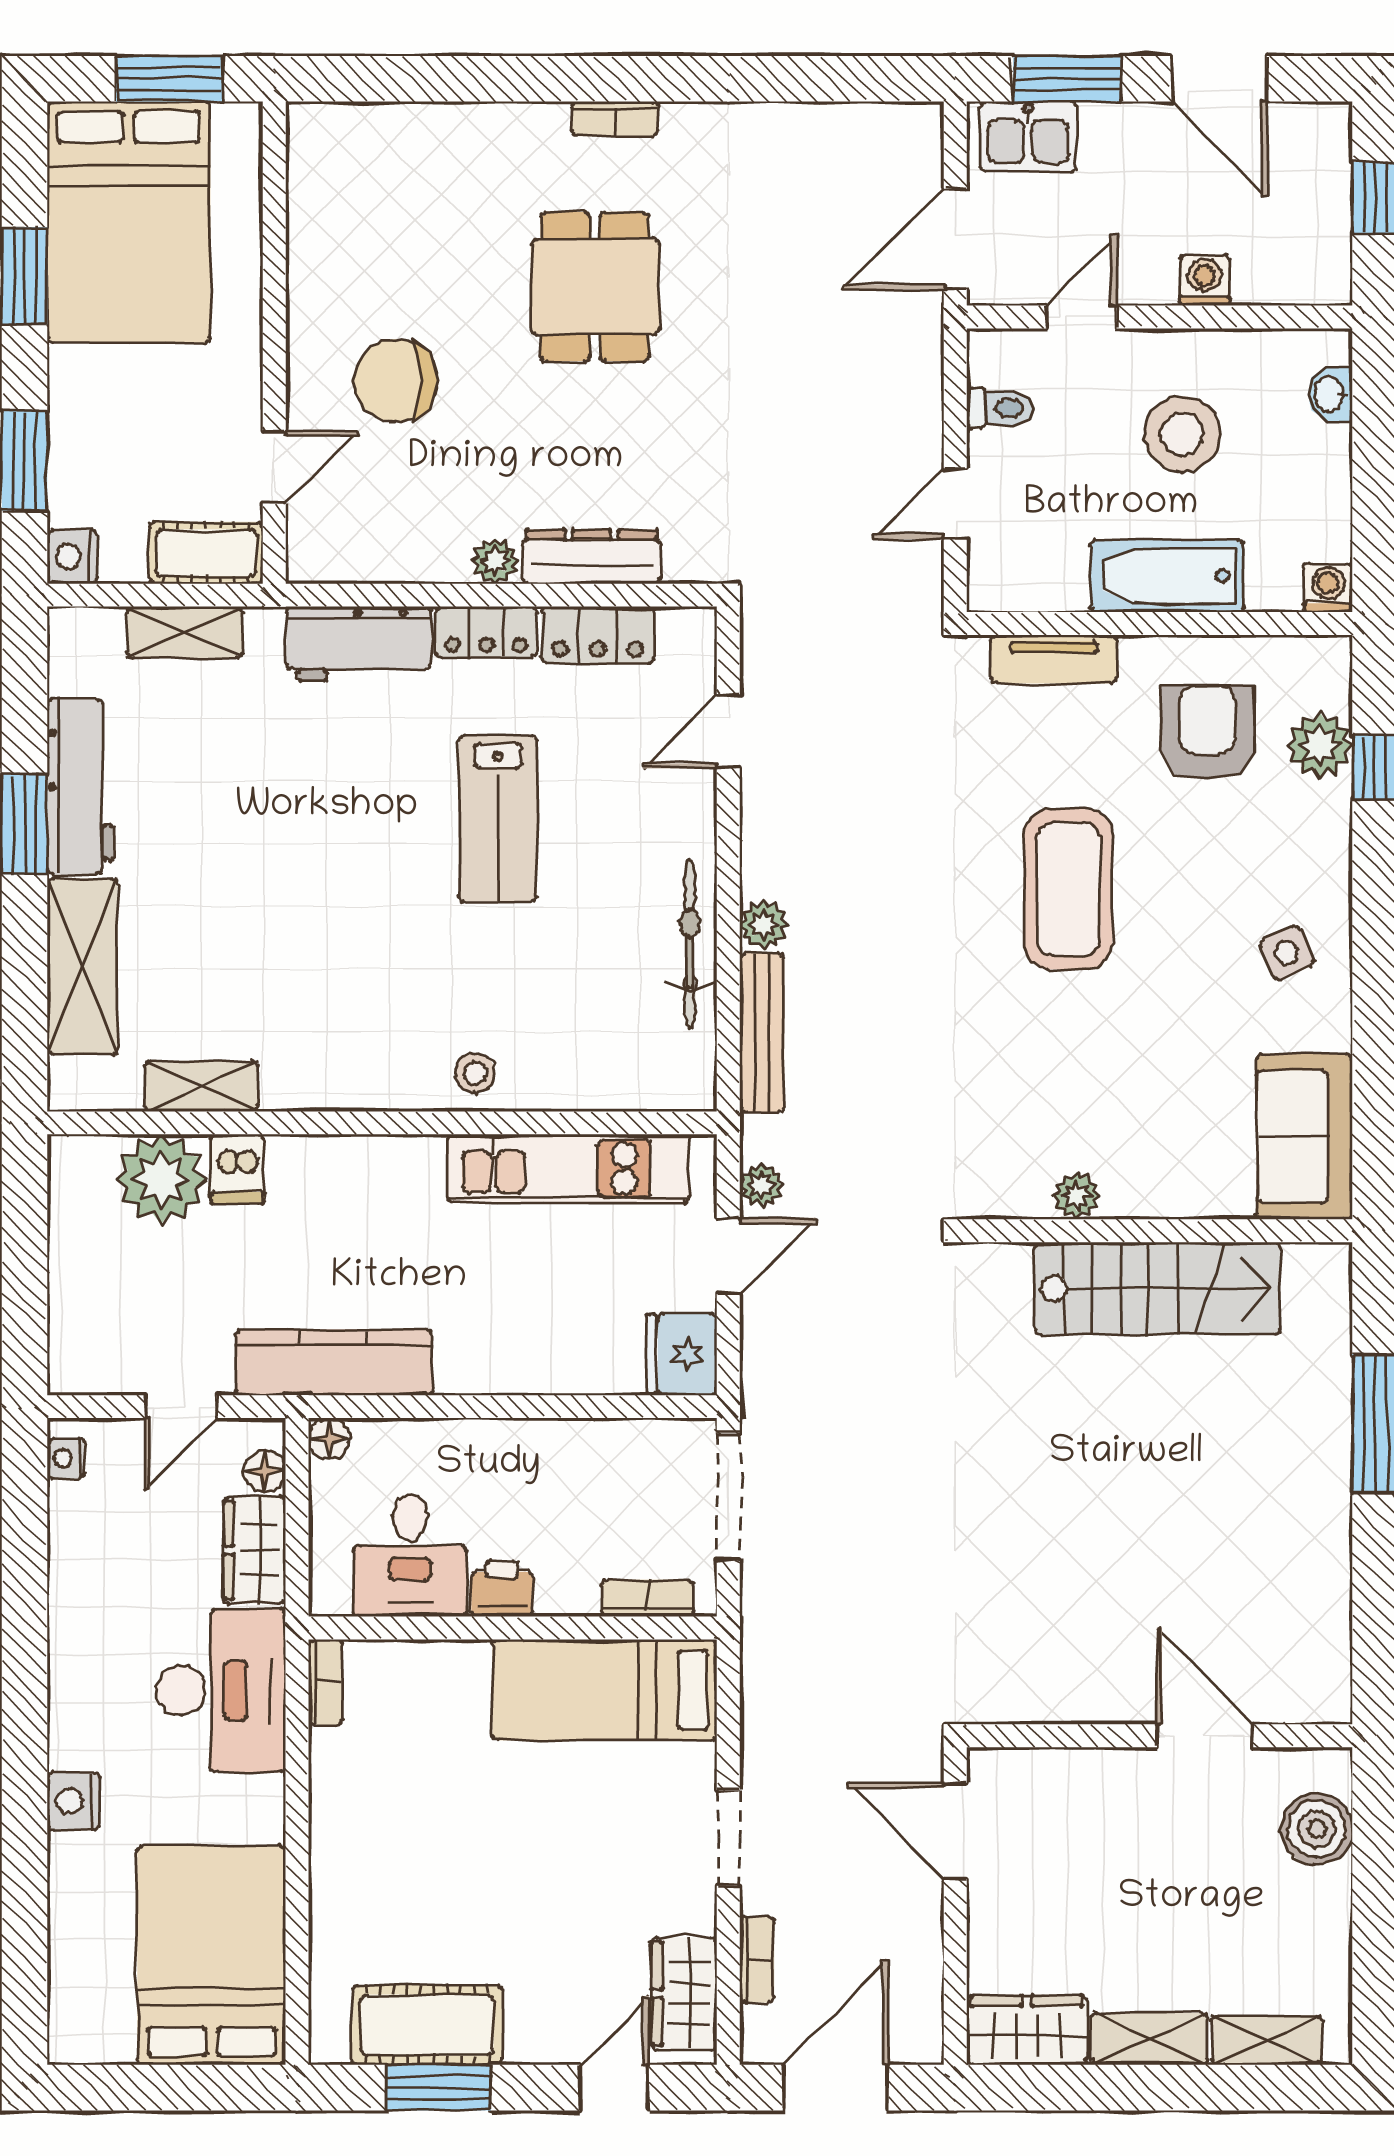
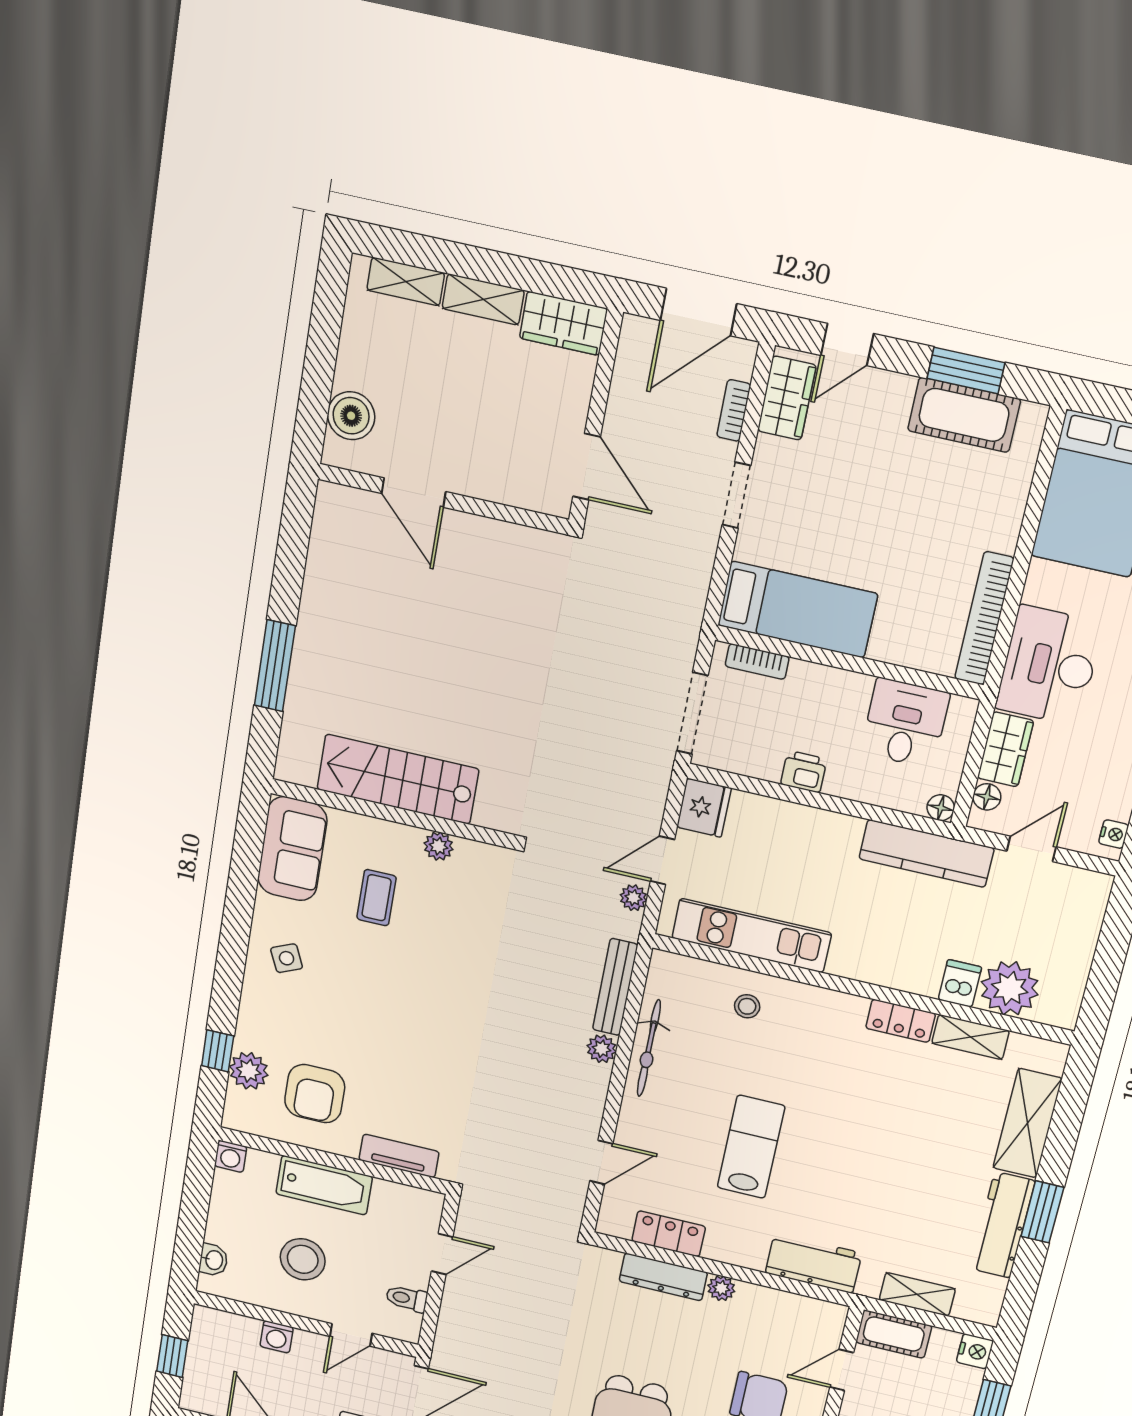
locker: (486, 632) -> (901, 1021), moved, turned 180
coffee table: (1068, 889) -> (377, 898), moved, width x0.54, depth x0.58
stool: (475, 1073) -> (747, 1006), moved
printer: (502, 1589) -> (804, 772), moved, turned 180
bookcase: (325, 1682) -> (984, 618), width x2.31, depth x1.31

